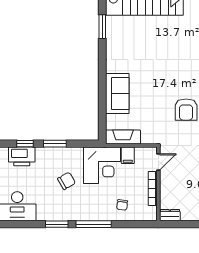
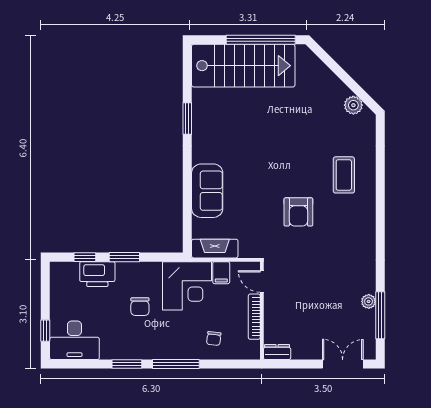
window: (102, 27) -> (187, 118), moved
printer: (22, 156) -> (97, 274), moved
door: (158, 162) -> (262, 281), swing flipped
chair: (67, 181) -> (140, 307), turned 120

